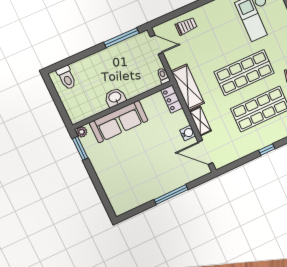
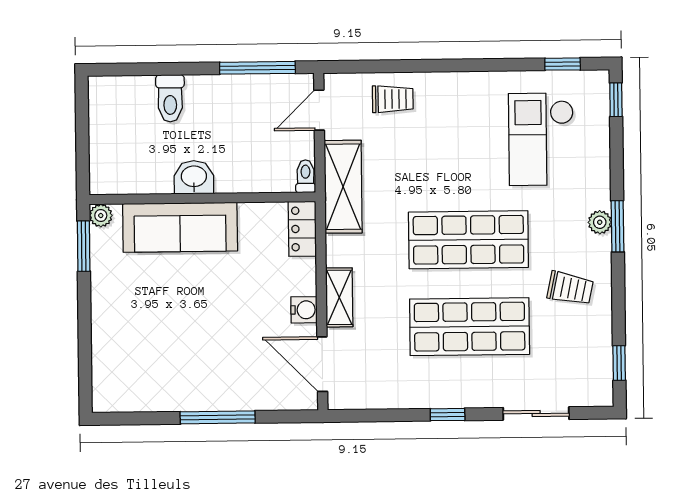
door: (157, 45) -> (319, 110), swing flipped
toilet: (66, 78) -> (170, 98), moved
shelving: (188, 87) -> (343, 187), moved

